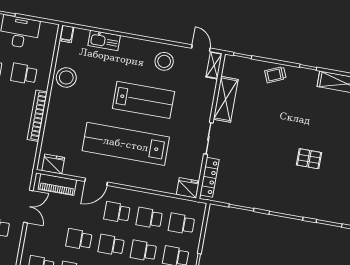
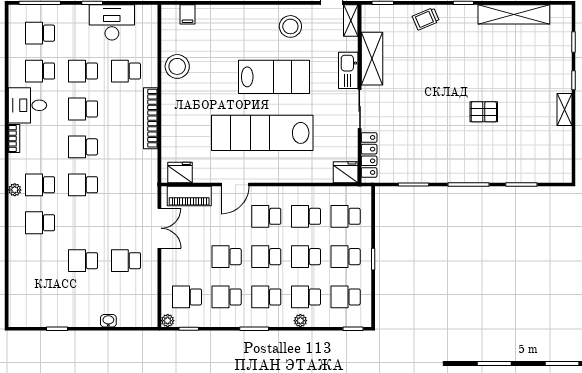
filing cabinet: (67, 34) -> (187, 14), moved
kitchen sink: (104, 40) -> (348, 70), moved, turned 90

